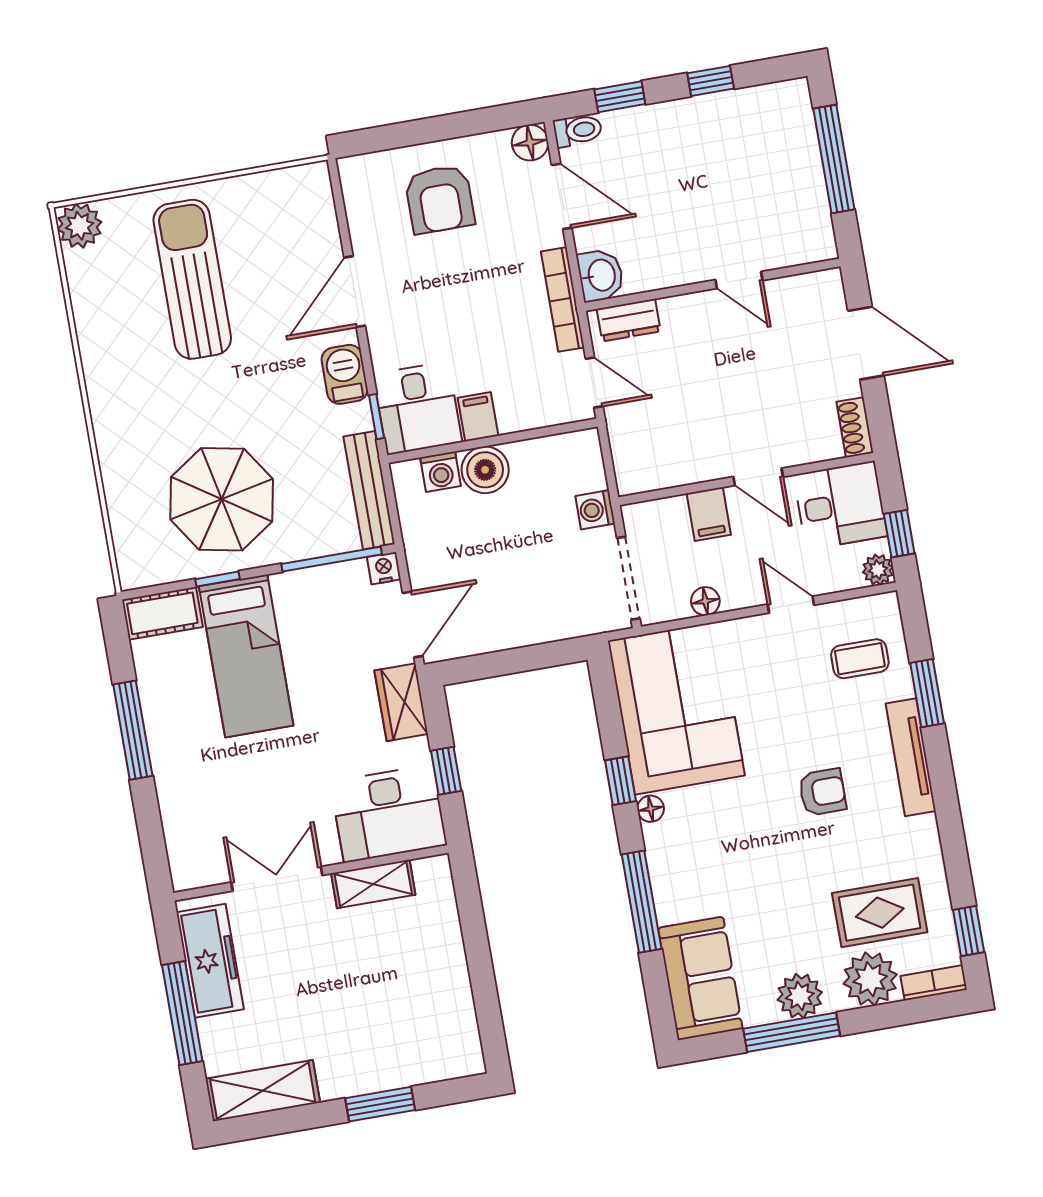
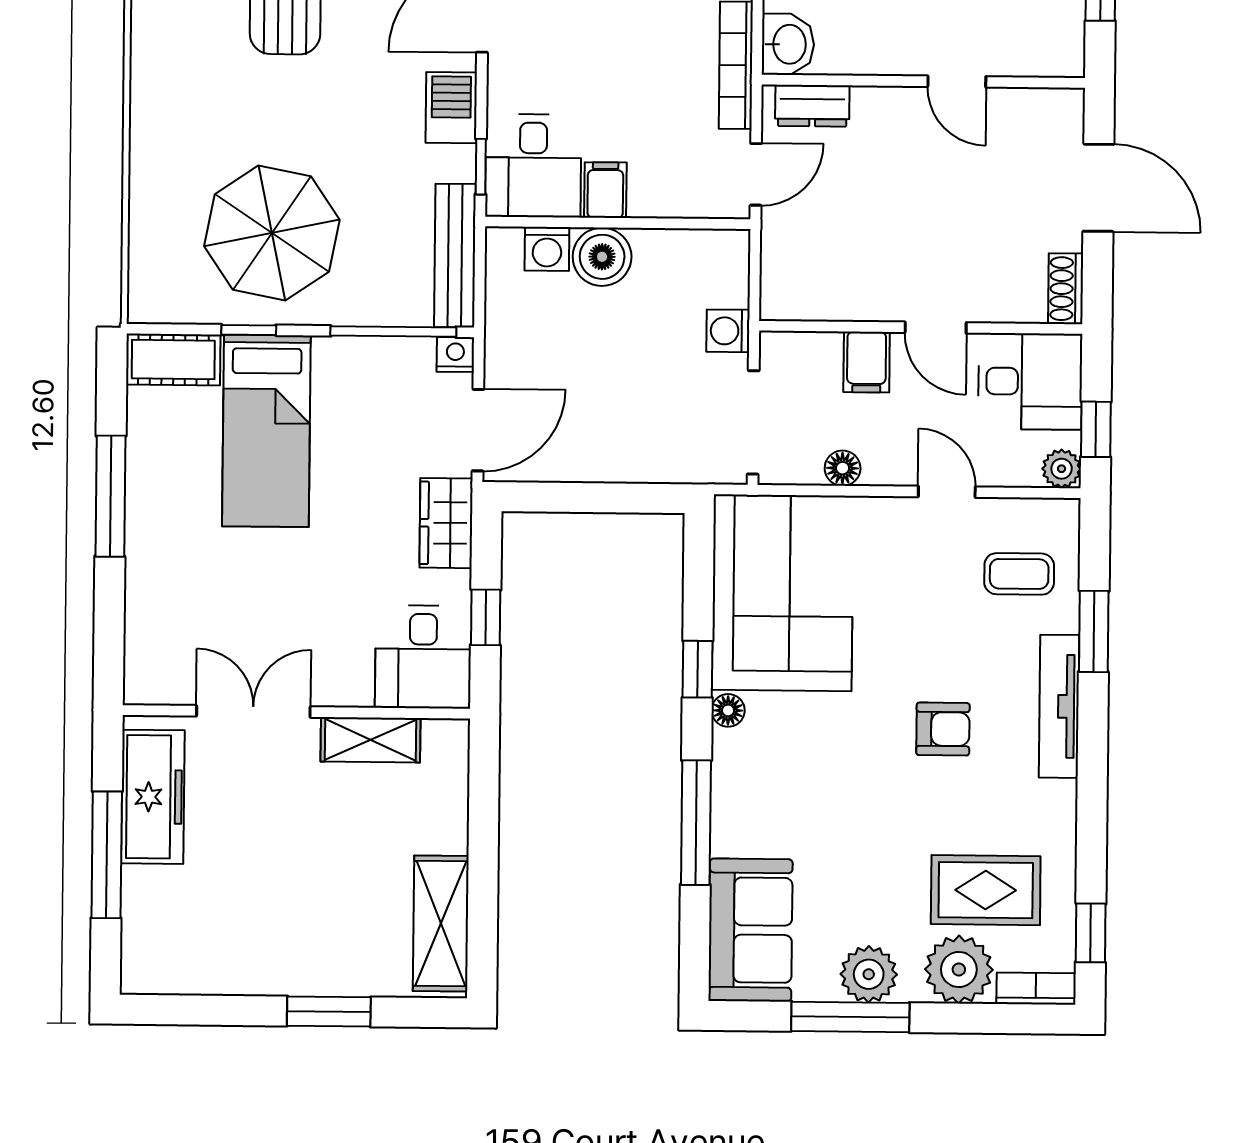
door: (594, 382) -> (756, 174), hinge flipped
desk: (389, 814) -> (423, 657), width x0.73
shelving: (263, 1091) -> (441, 923), moved, turned 90

